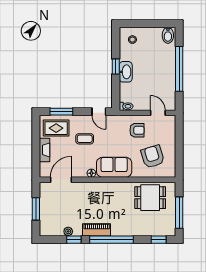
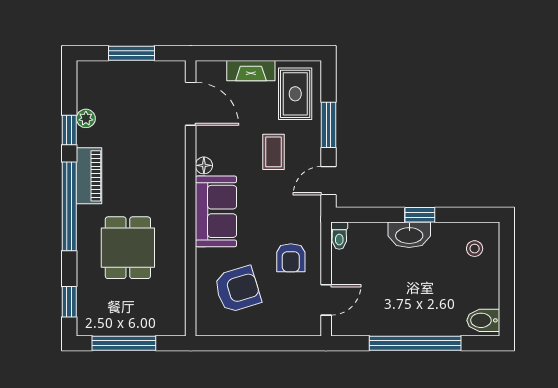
window: (61, 112) -> (328, 125), moved
dining table: (150, 198) -> (128, 248), moved

